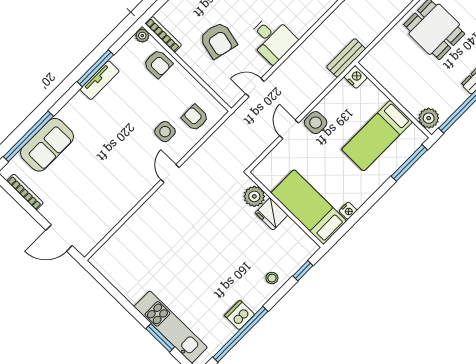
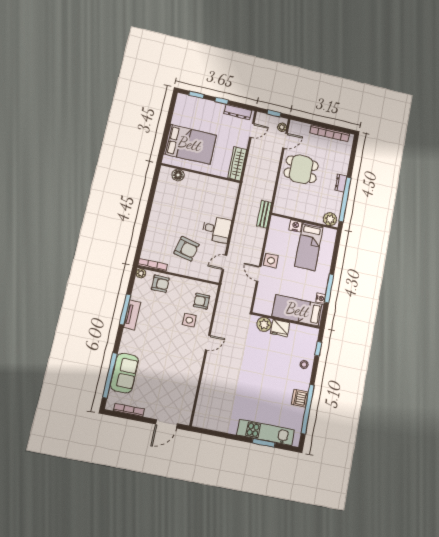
nightstand: (356, 77) -> (296, 226), moved
window: (409, 163) -> (329, 288), moved
door: (170, 174) -> (208, 343), swing flipped

